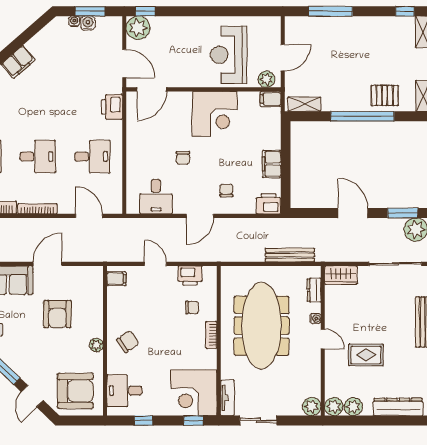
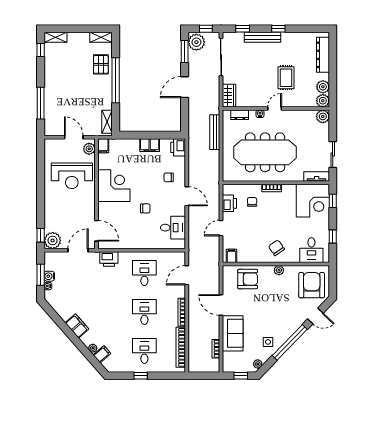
armchair: (57, 314) -> (248, 279), moved

